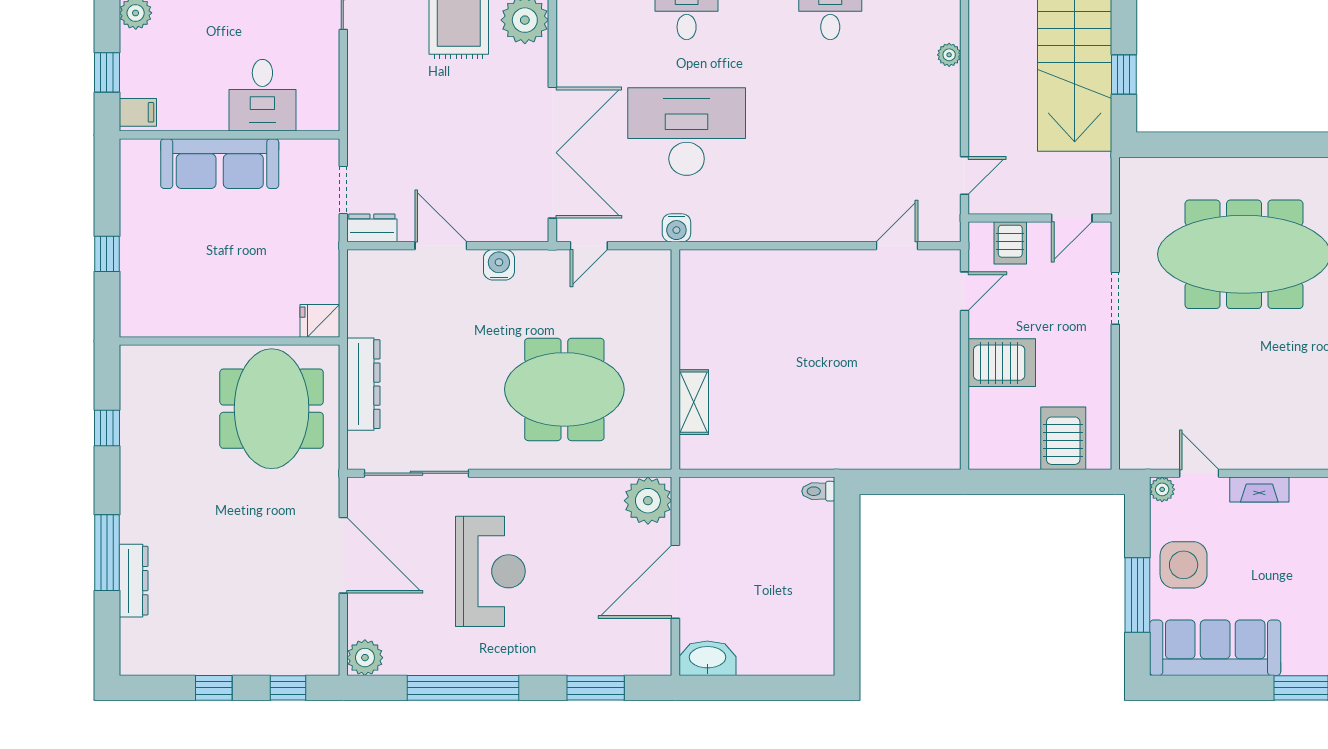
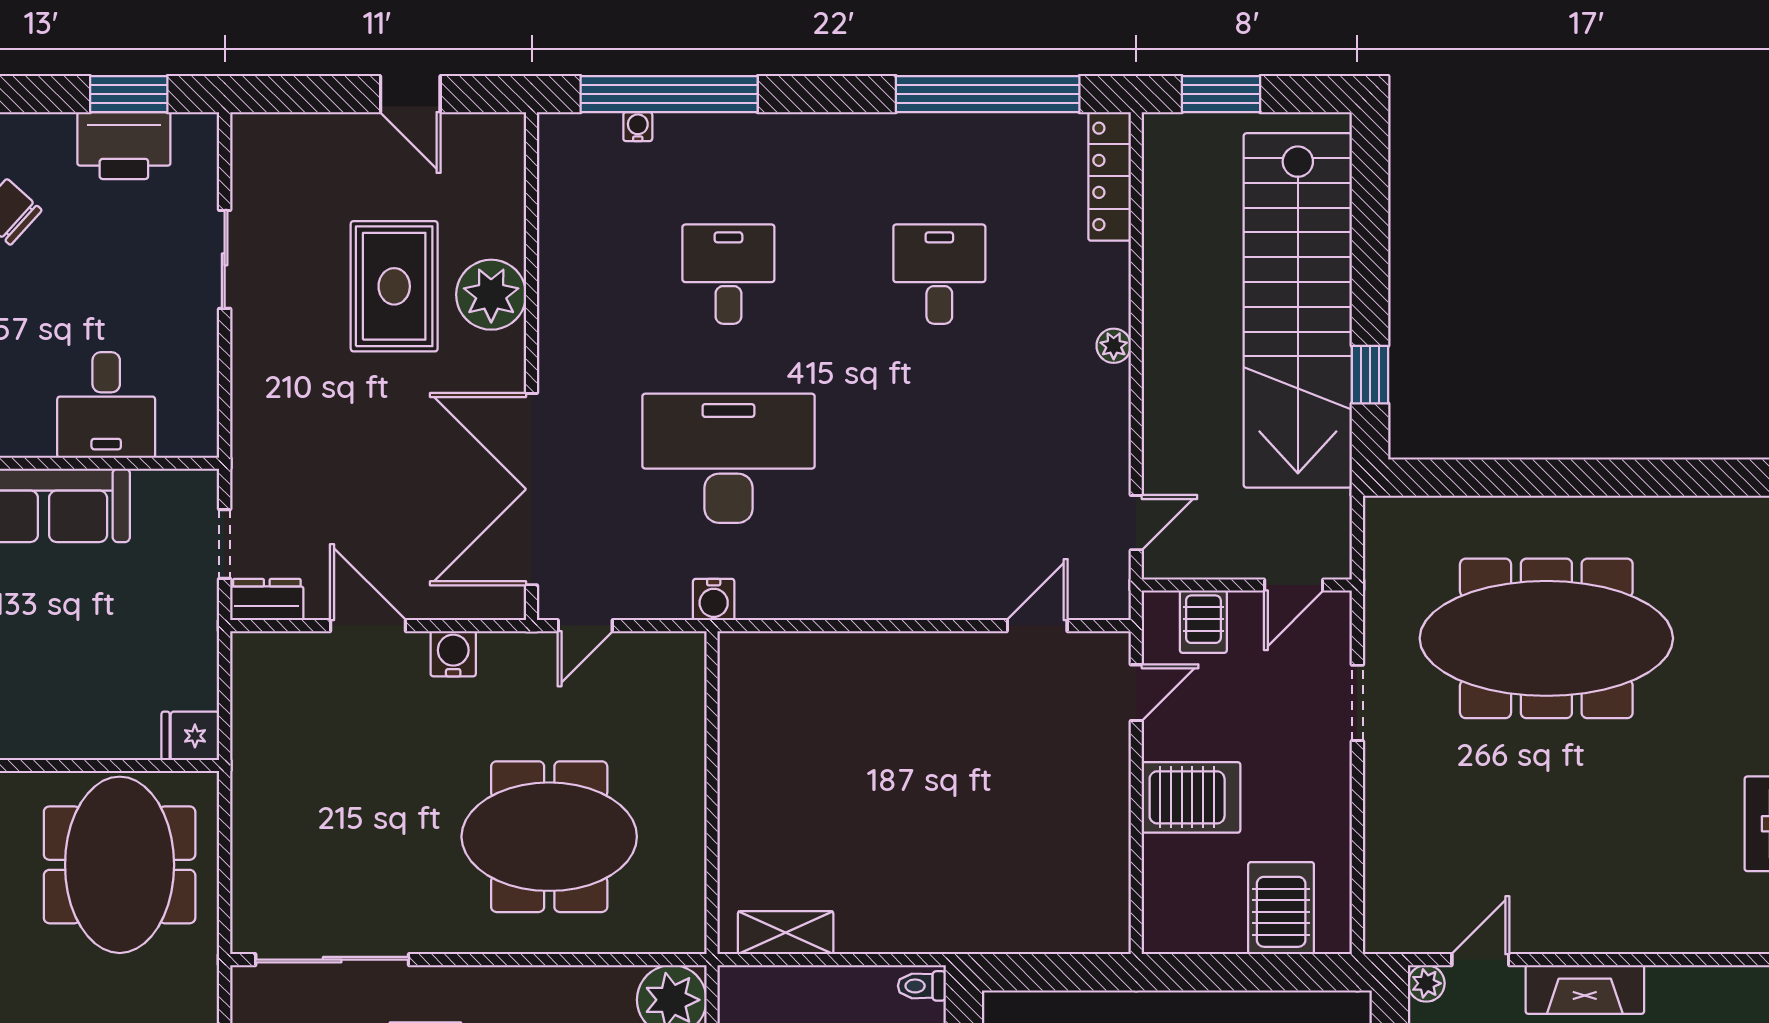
double door: (552, 153) -> (532, 489), swing flipped
dresser: (363, 384) -> (254, 829), removed
shelving: (694, 402) -> (786, 933), moved, turned 90
door: (1199, 473) -> (1480, 960), hinge flipped
fireplace: (1259, 490) -> (1585, 989), width x1.37, depth x1.32

